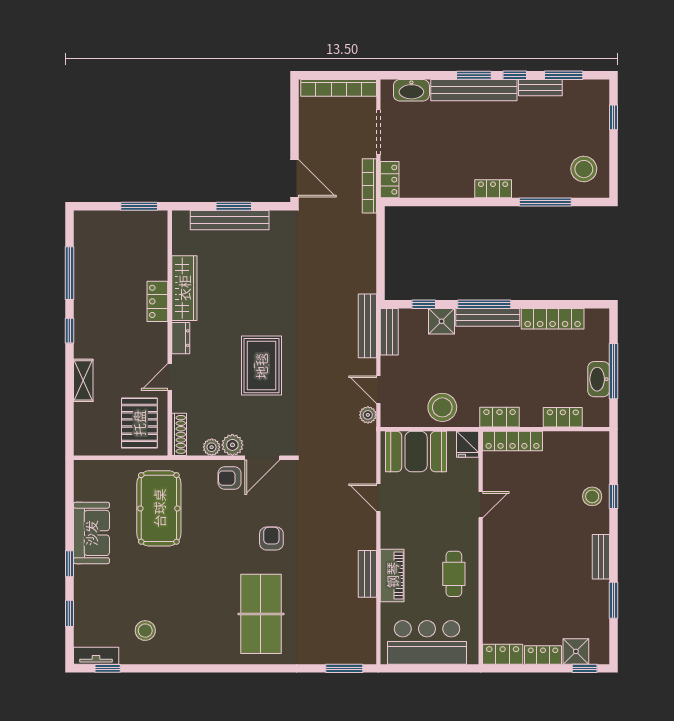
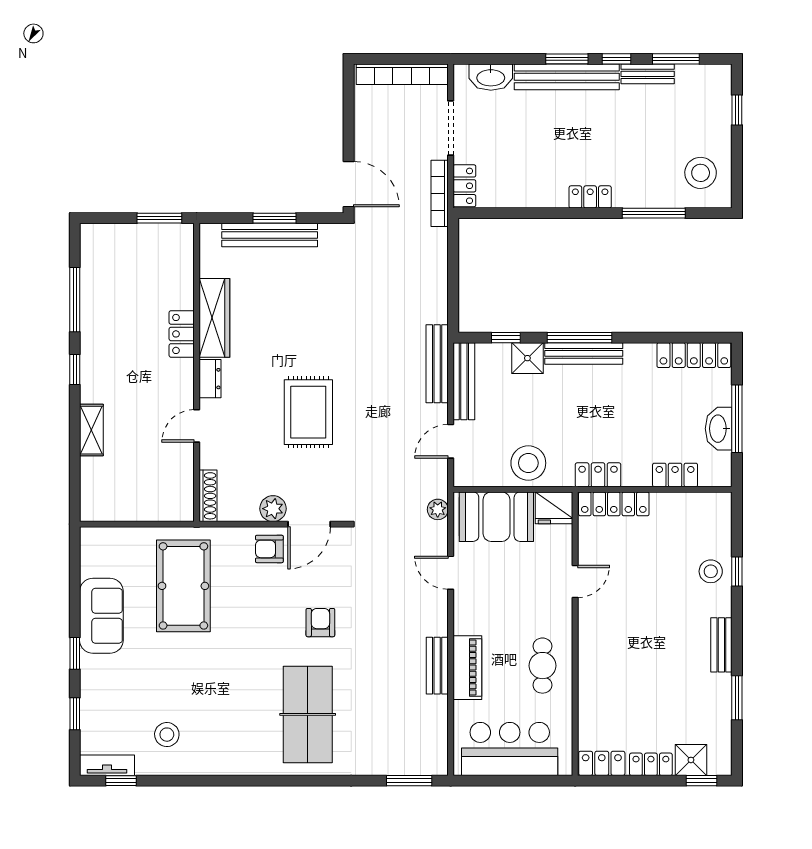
locker: (553, 319) -> (694, 355), moved
bench: (389, 332) -> (464, 381), width x1.36
door: (378, 390) -> (451, 441), hinge flipped
plant: (368, 415) -> (438, 509), moved
pallet: (139, 423) -> (160, 482), removed
fridge: (468, 444) -> (554, 508), width x1.38
plant: (212, 447) -> (248, 511), removed

